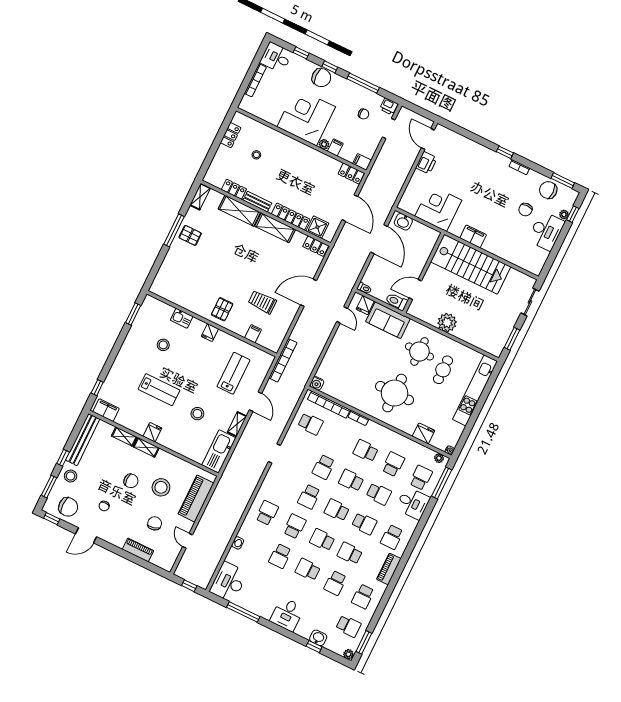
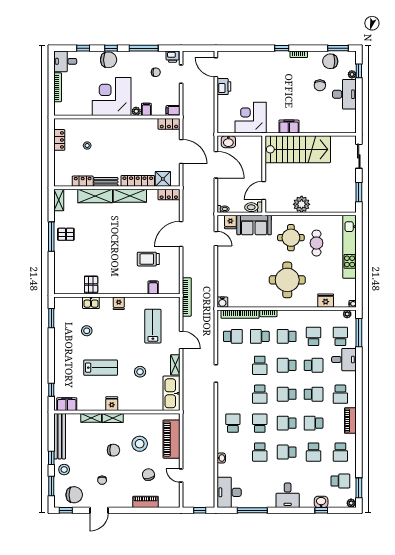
pallet: (222, 309) -> (91, 284), moved
school desk: (338, 437) -> (260, 336), added

